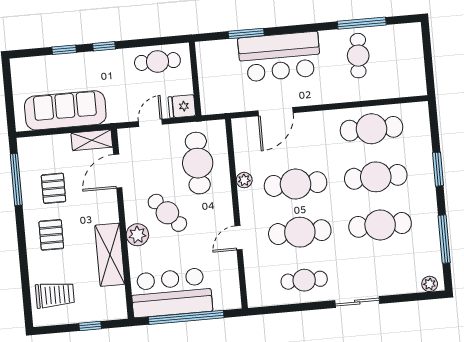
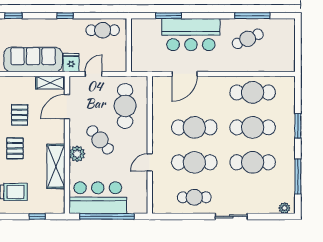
window: (64, 50) -> (13, 16), moved
cafe table: (358, 56) -> (248, 39), turned 62
fridge: (182, 106) -> (71, 63), moved, turned 90
plant: (244, 180) -> (158, 121), removed

